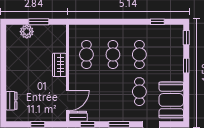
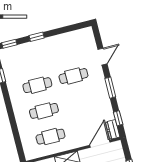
door: (68, 100) -> (100, 144), hinge flipped
booth: (171, 100) -> (74, 43), removed

